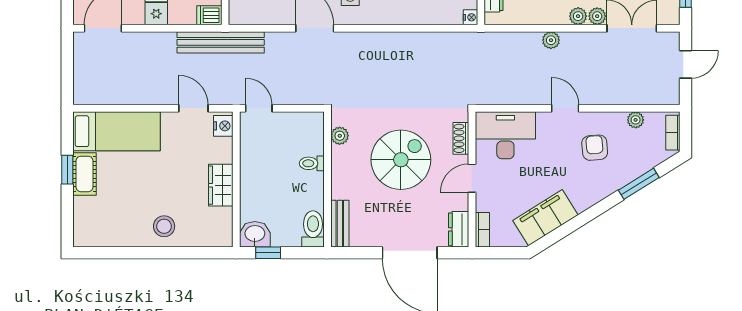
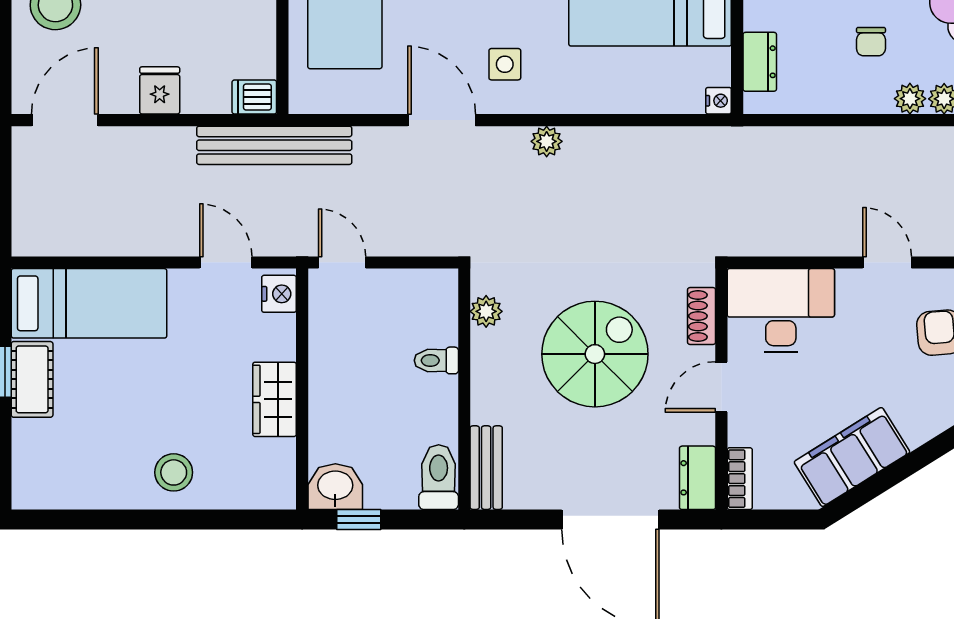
plant: (551, 40) -> (547, 141), moved

